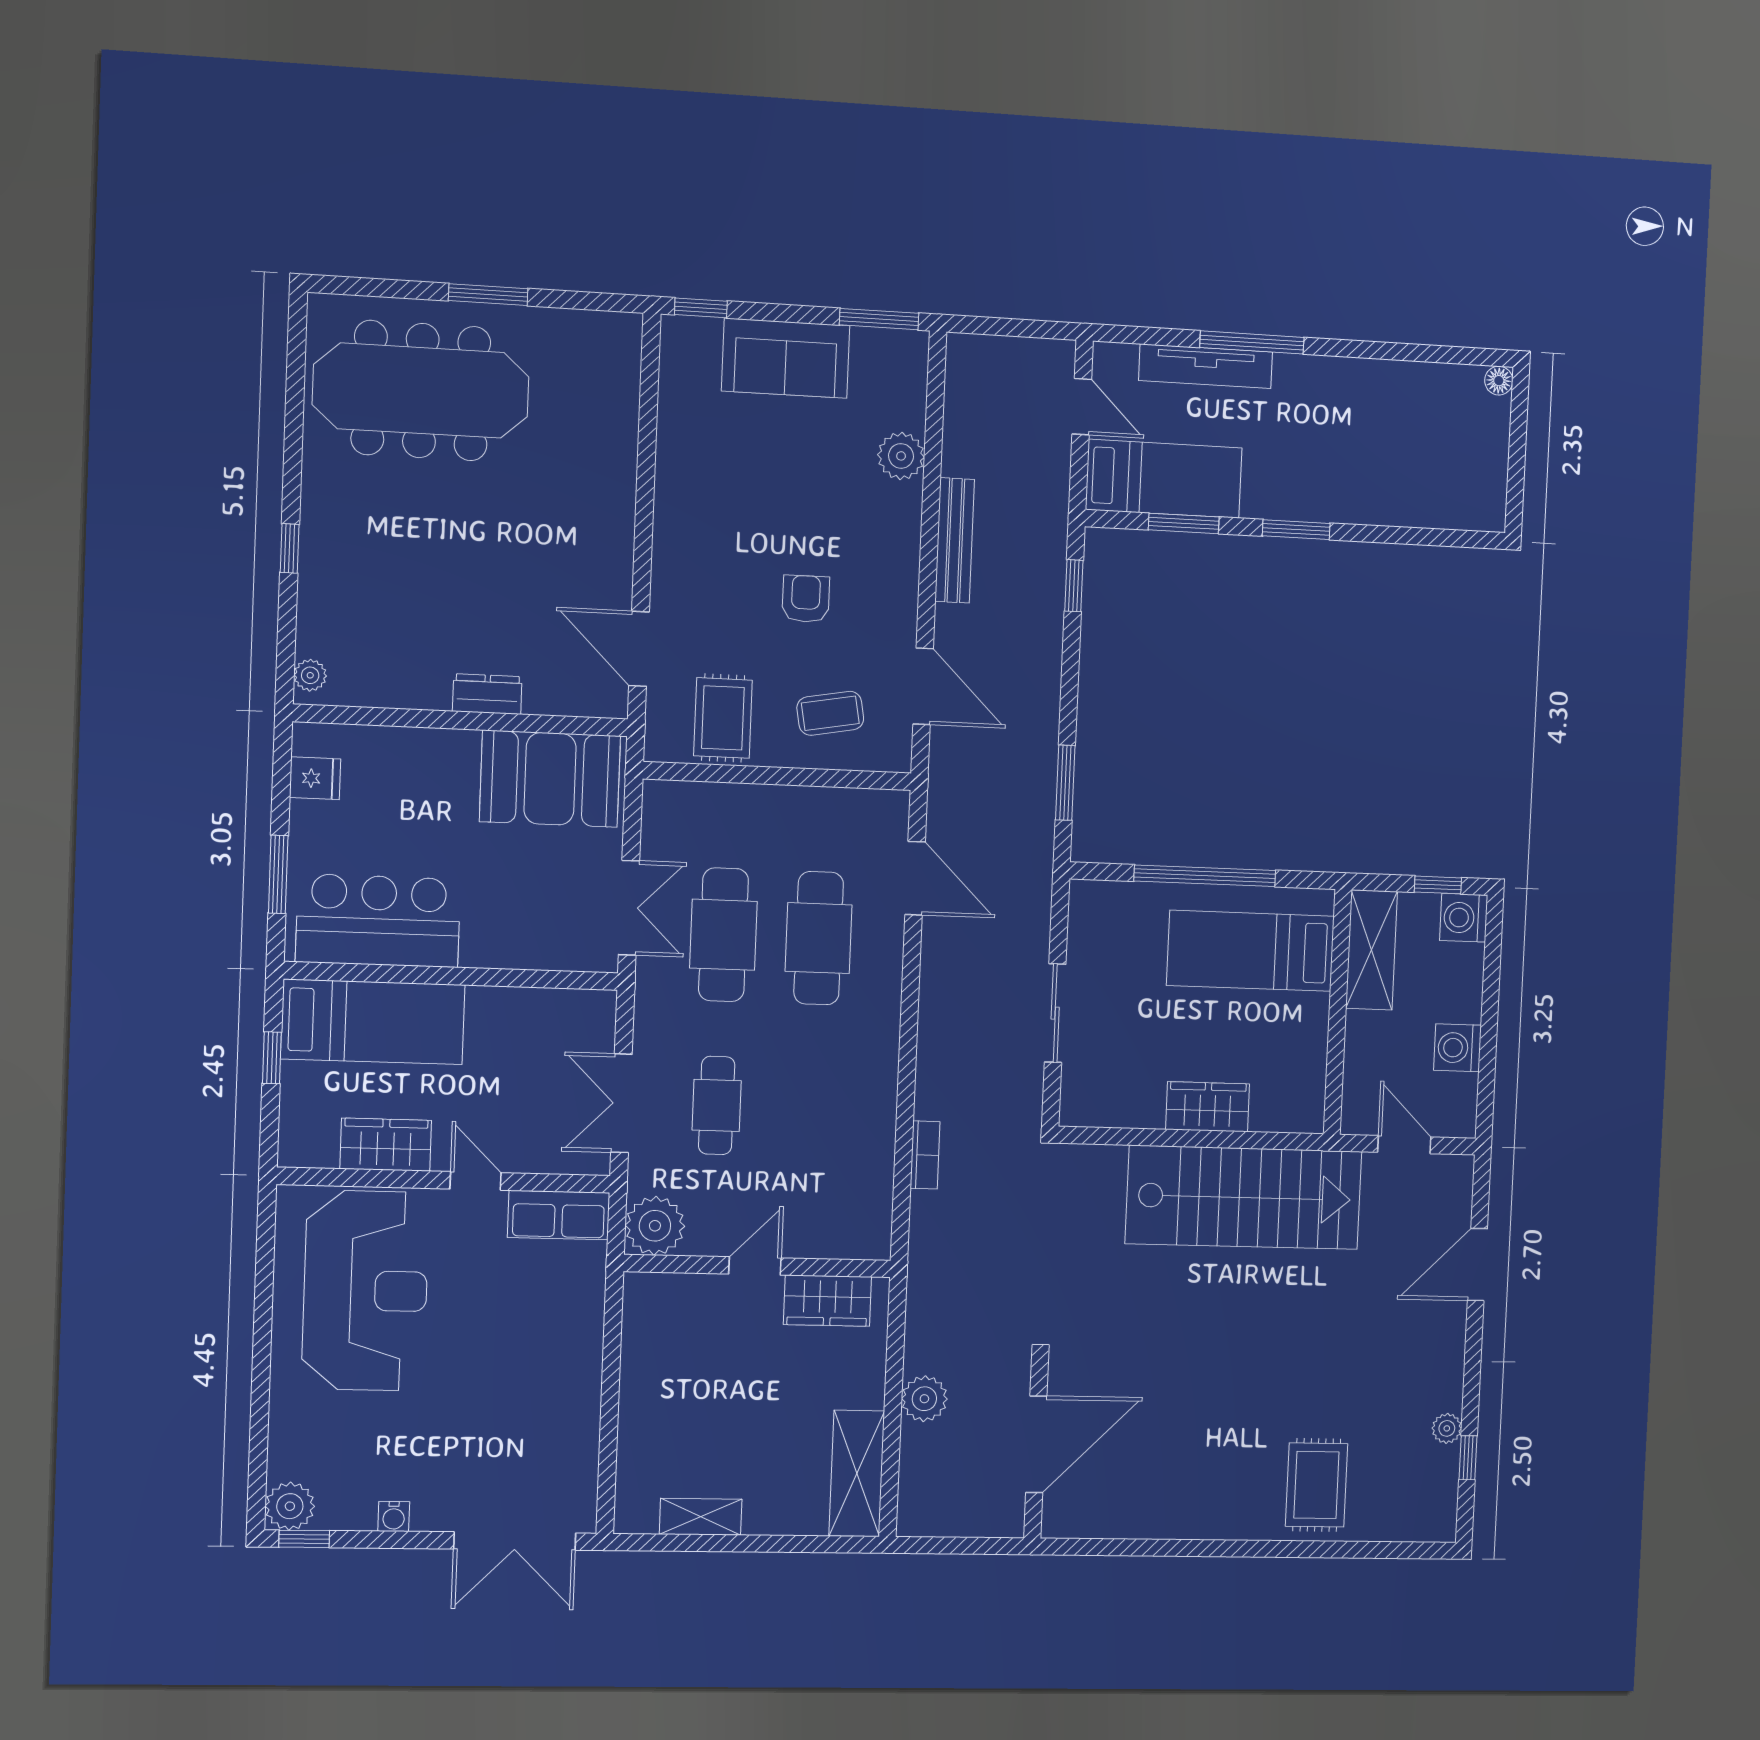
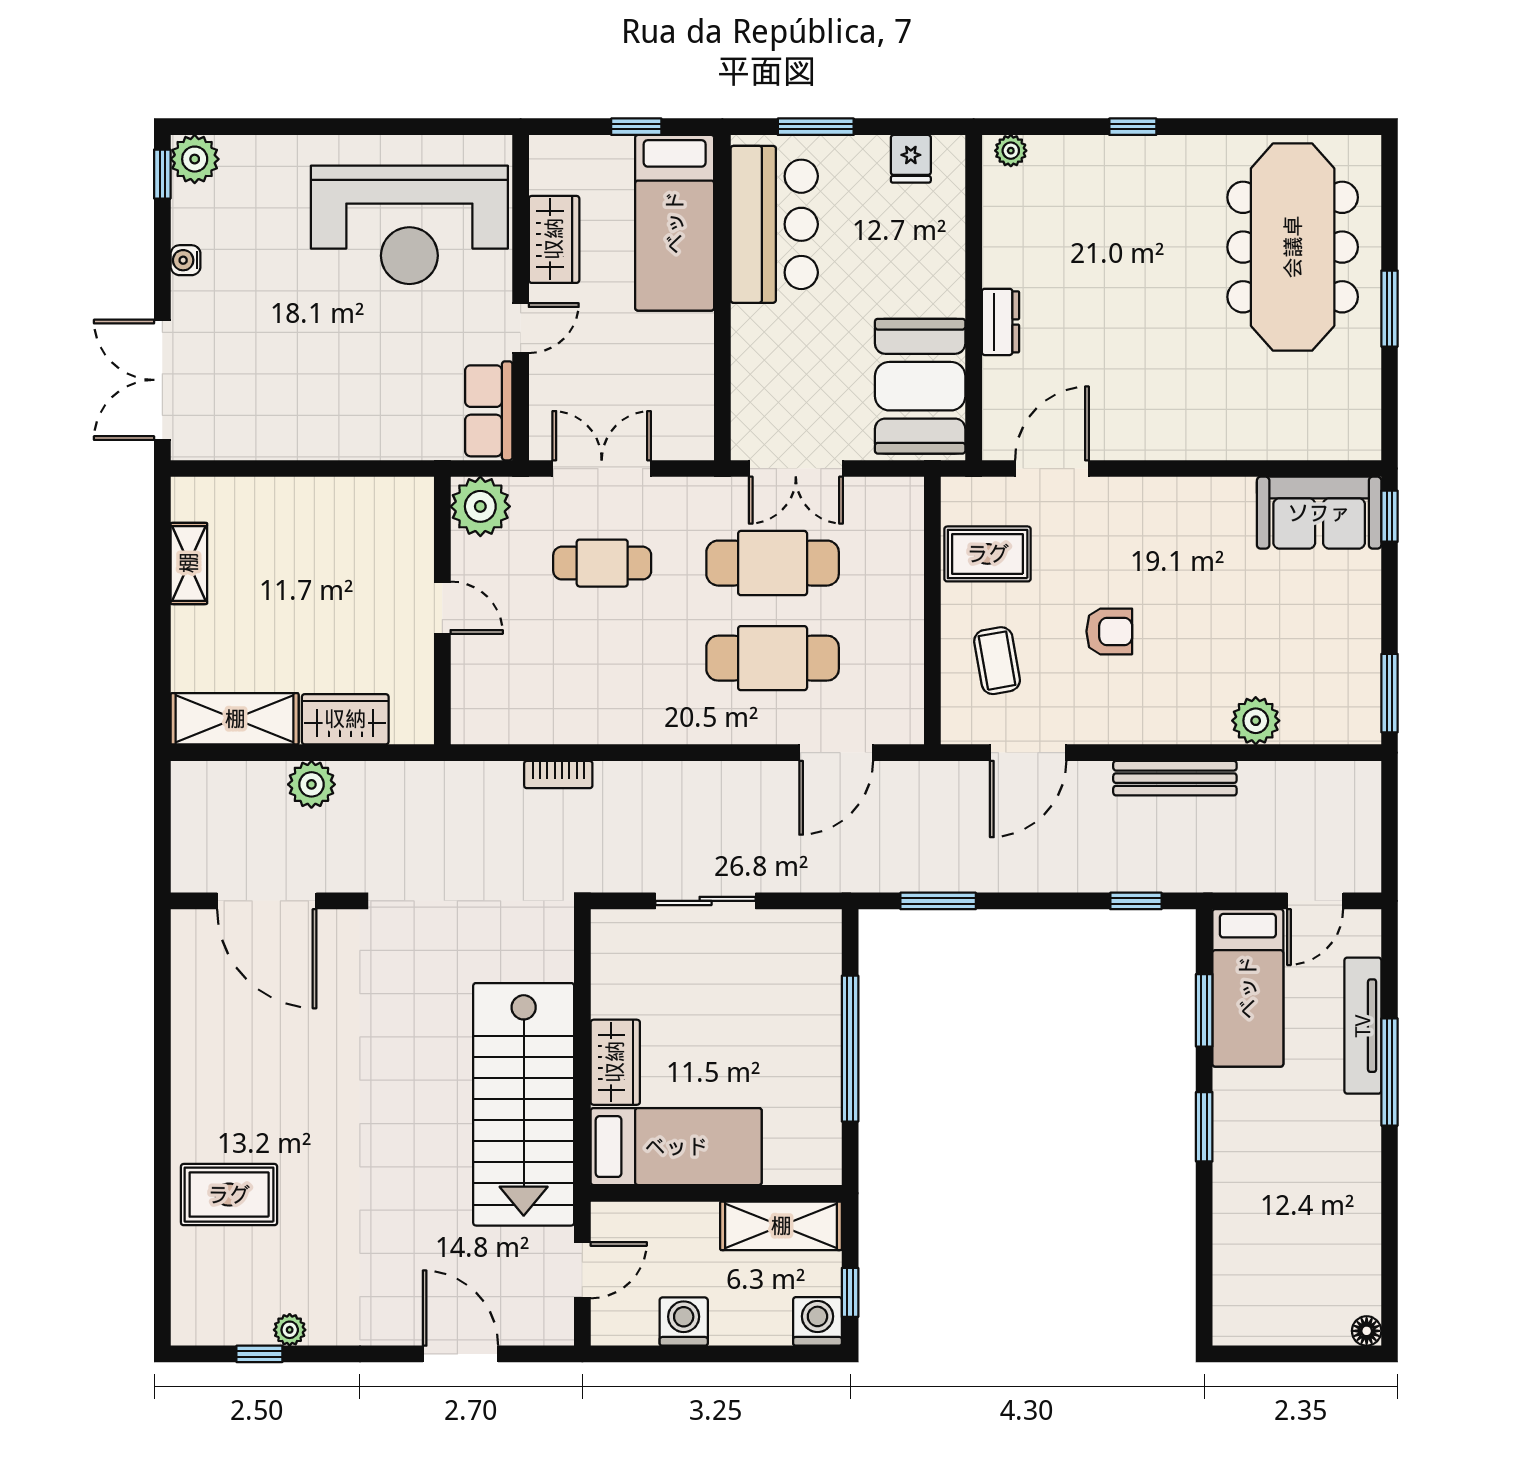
sofa: (786, 358) -> (1319, 513), moved, turned -90
bed: (1251, 951) -> (676, 1147), moved, turned 90
wardrobe: (828, 1301) -> (345, 719), moved, turned 90

